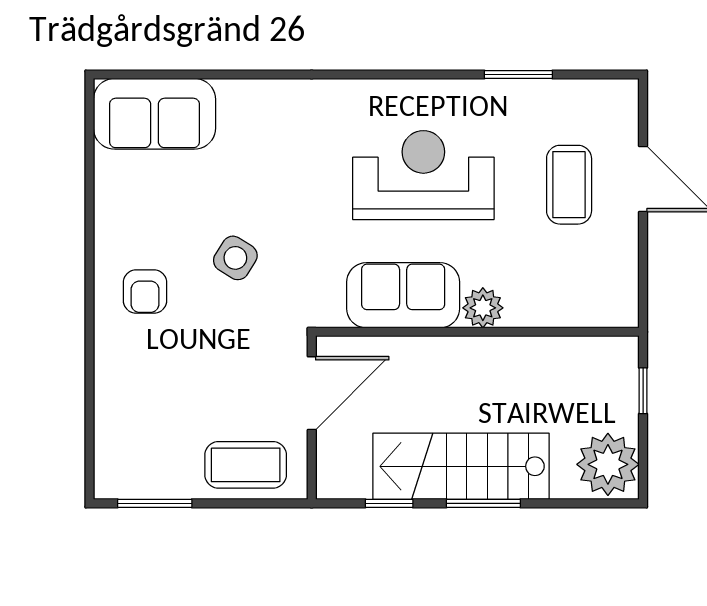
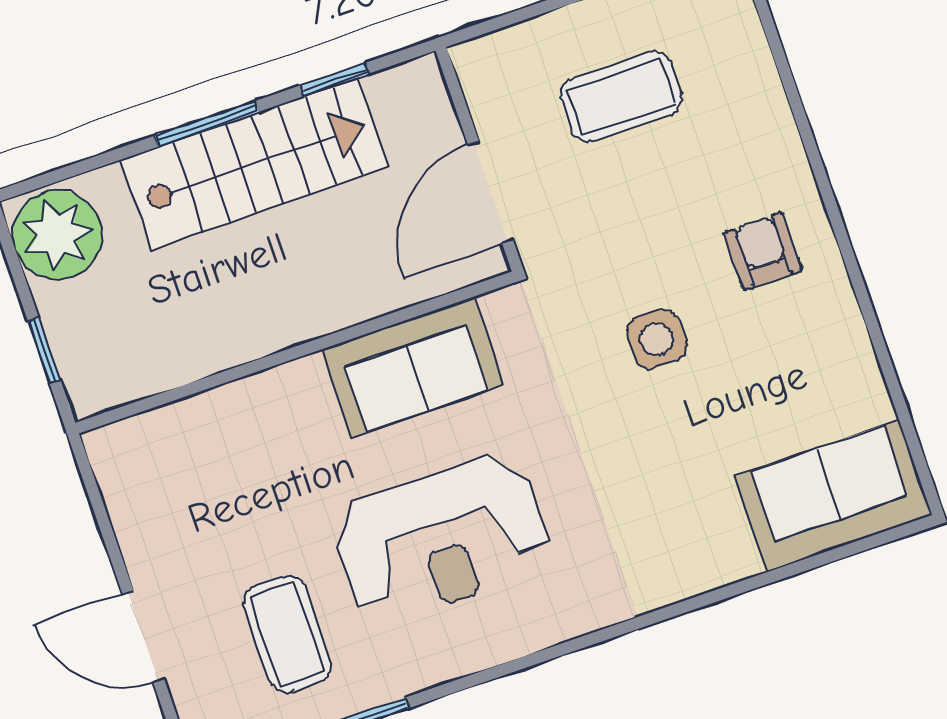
coffee table: (569, 185) -> (287, 634), moved
side table: (235, 258) -> (657, 339), turned -32
plant: (483, 308) -> (299, 388), removed
coffee table: (246, 465) -> (621, 97), moved

